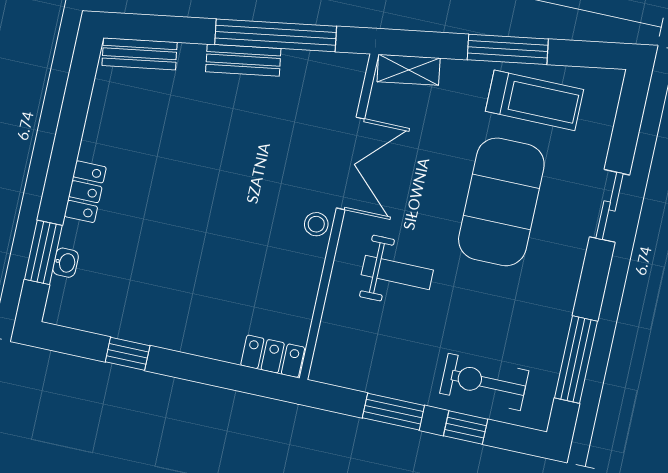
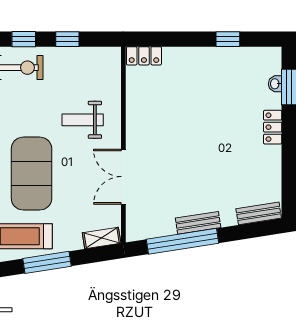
stool: (316, 224) -> (135, 137), removed
window: (393, 412) -> (67, 39), width x0.67

